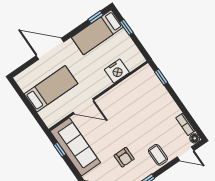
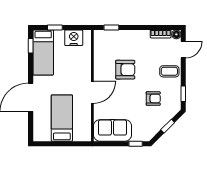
nightstand: (117, 71) -> (74, 38), moved, turned -90
door: (83, 106) -> (92, 92), moved
armchair: (132, 115) -> (125, 70), added
sofa: (75, 147) -> (112, 130), width x0.73
window: (60, 150) -> (136, 144), moved

